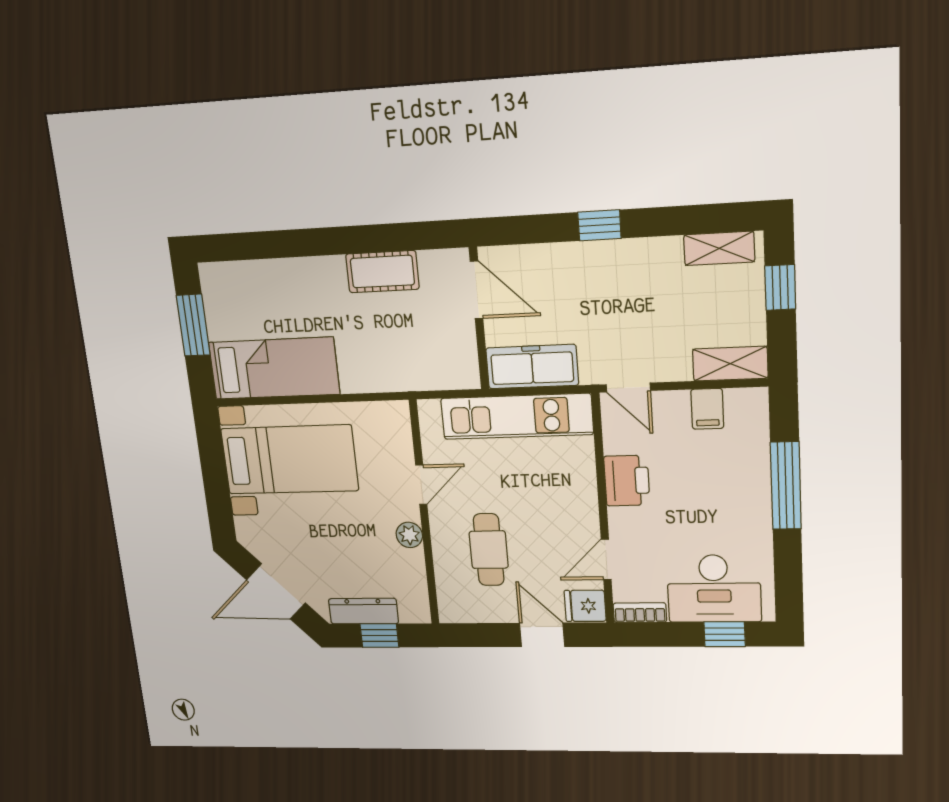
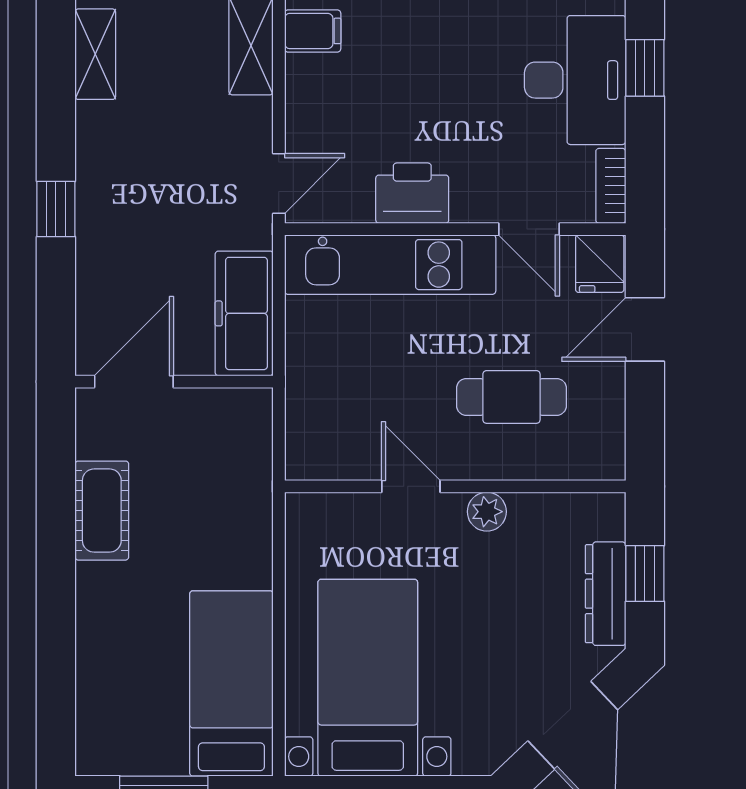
filing cabinet: (707, 409) -> (313, 31), moved
kitchen unit: (517, 416) -> (390, 265), moved, turned 90

